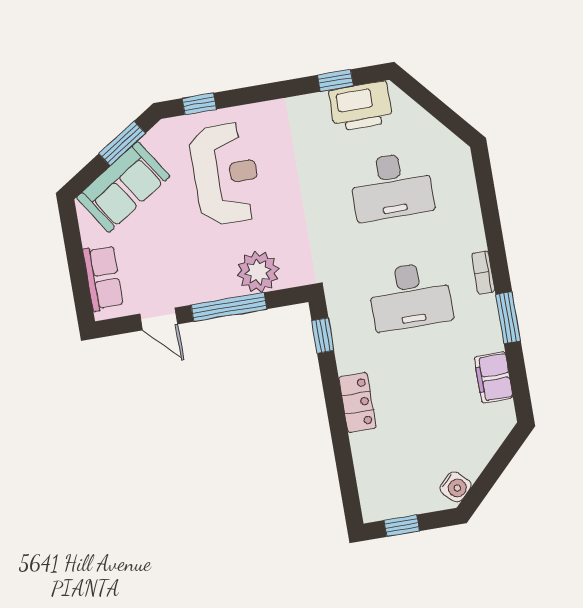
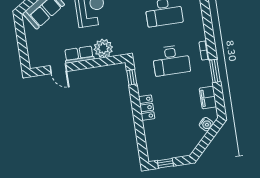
row of seats: (103, 278) -> (79, 55), moved, turned -90
window: (229, 307) -> (90, 64), removed
water cooler: (456, 487) -> (206, 124), moved

